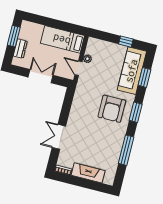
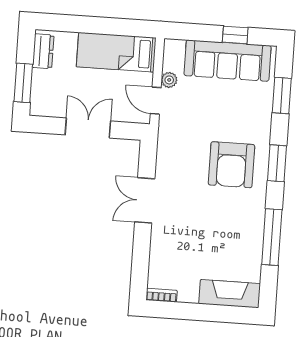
window: (14, 36) -> (23, 83), moved
dresser: (20, 49) -> (43, 51), moved
sofa: (132, 71) -> (228, 61), moved, turned -90
double door: (59, 137) -> (145, 200), moved
fireplace: (88, 173) -> (230, 294), moved

